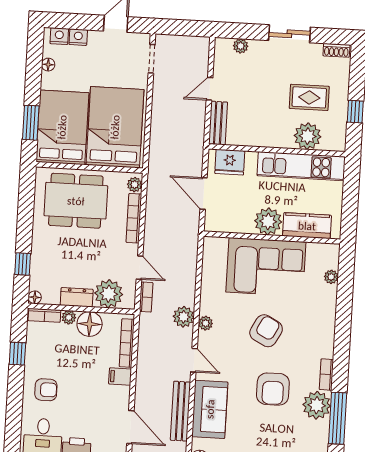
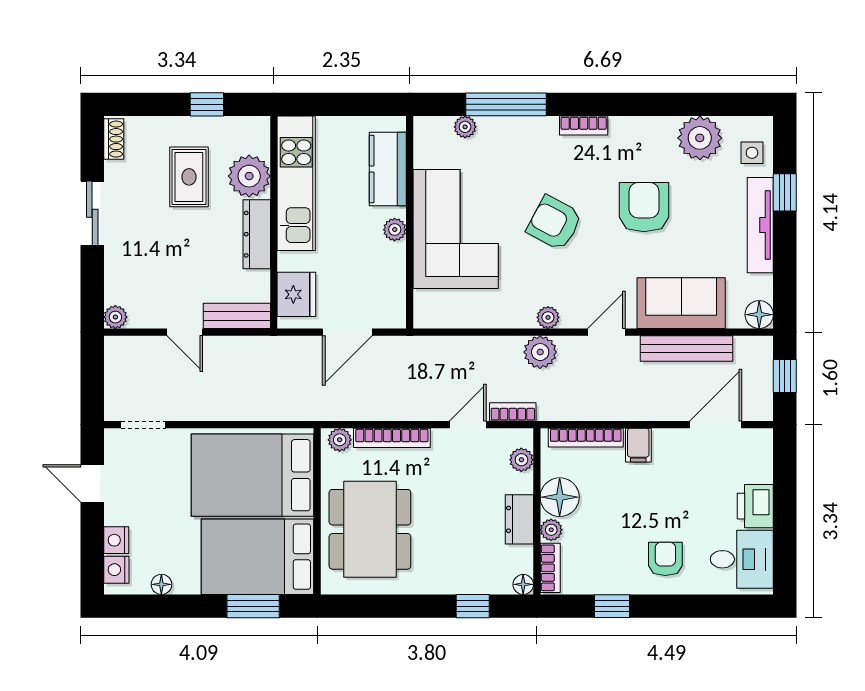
plant: (241, 46) -> (115, 317), moved
dresser: (270, 139) -> (257, 234), added
plant: (268, 221) -> (395, 230), width x0.53, depth x0.53
plant: (109, 294) -> (521, 460), width x0.53, depth x0.53
bookcase: (326, 375) -> (584, 126), moved
armchair: (273, 389) -> (644, 207), turned -90
plant: (317, 405) -> (700, 138), moved
window: (338, 418) -> (506, 104), moved

